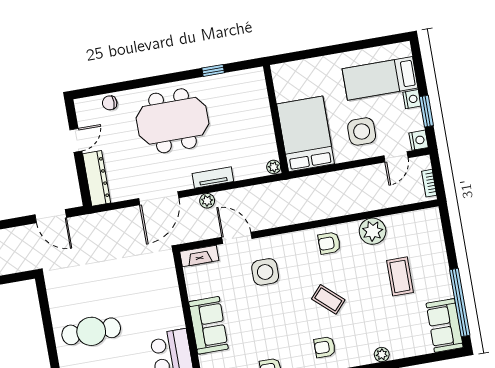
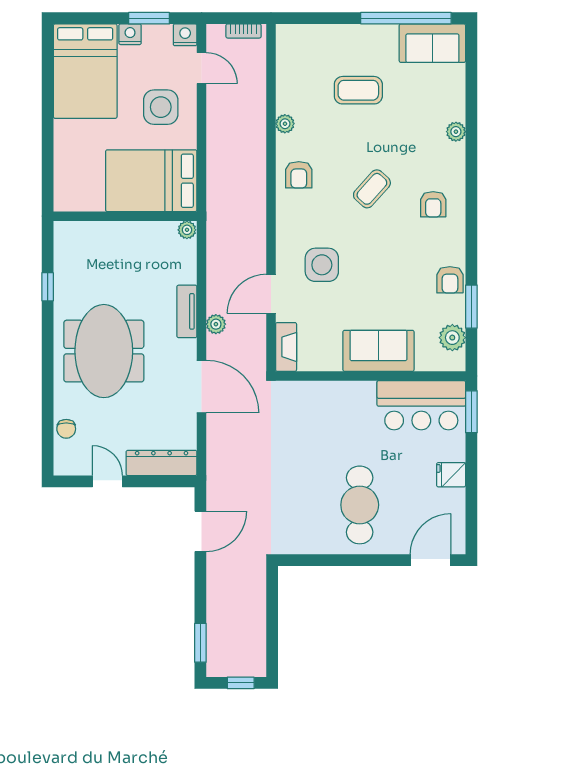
bed: (380, 78) -> (85, 71), width x1.50
plant: (373, 231) -> (285, 124), width x0.53, depth x0.53

